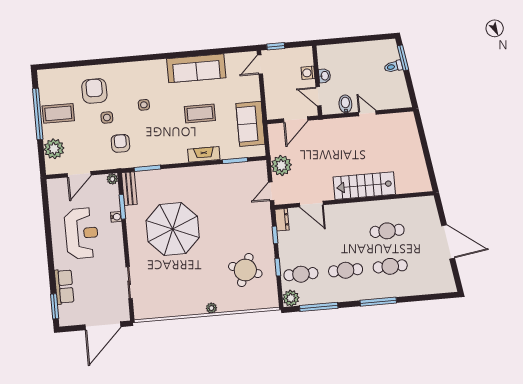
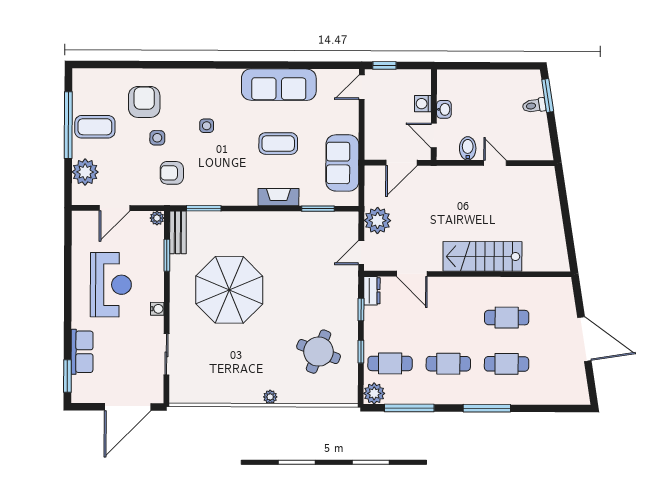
armchair: (120, 143) -> (172, 173), turned -90
water cooler: (116, 217) -> (157, 309), moved

